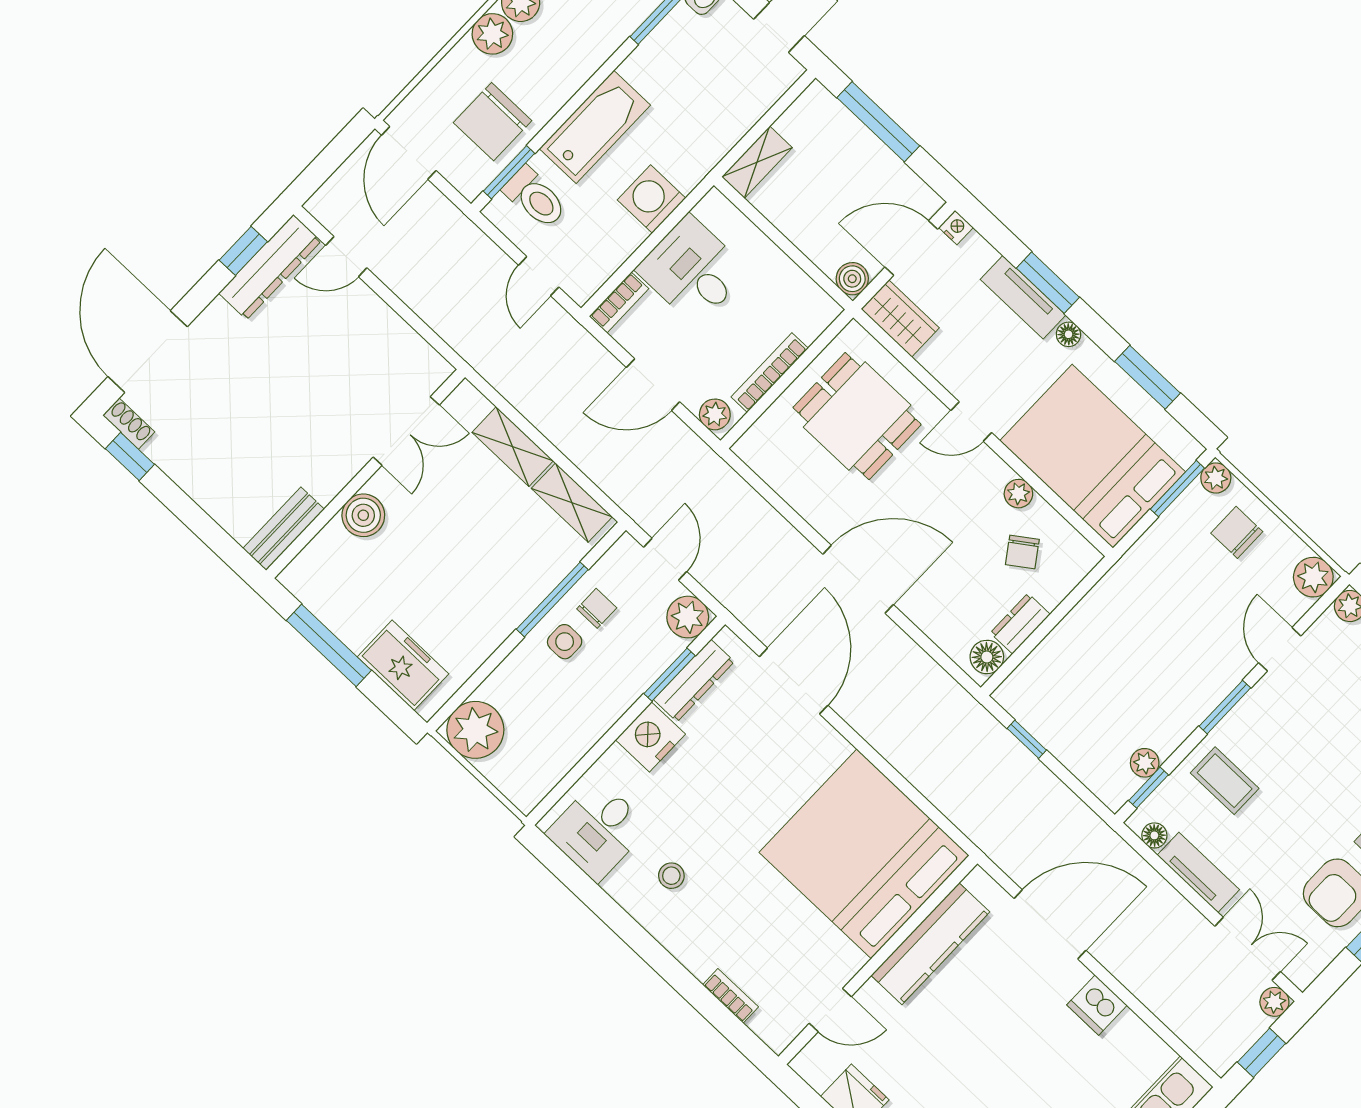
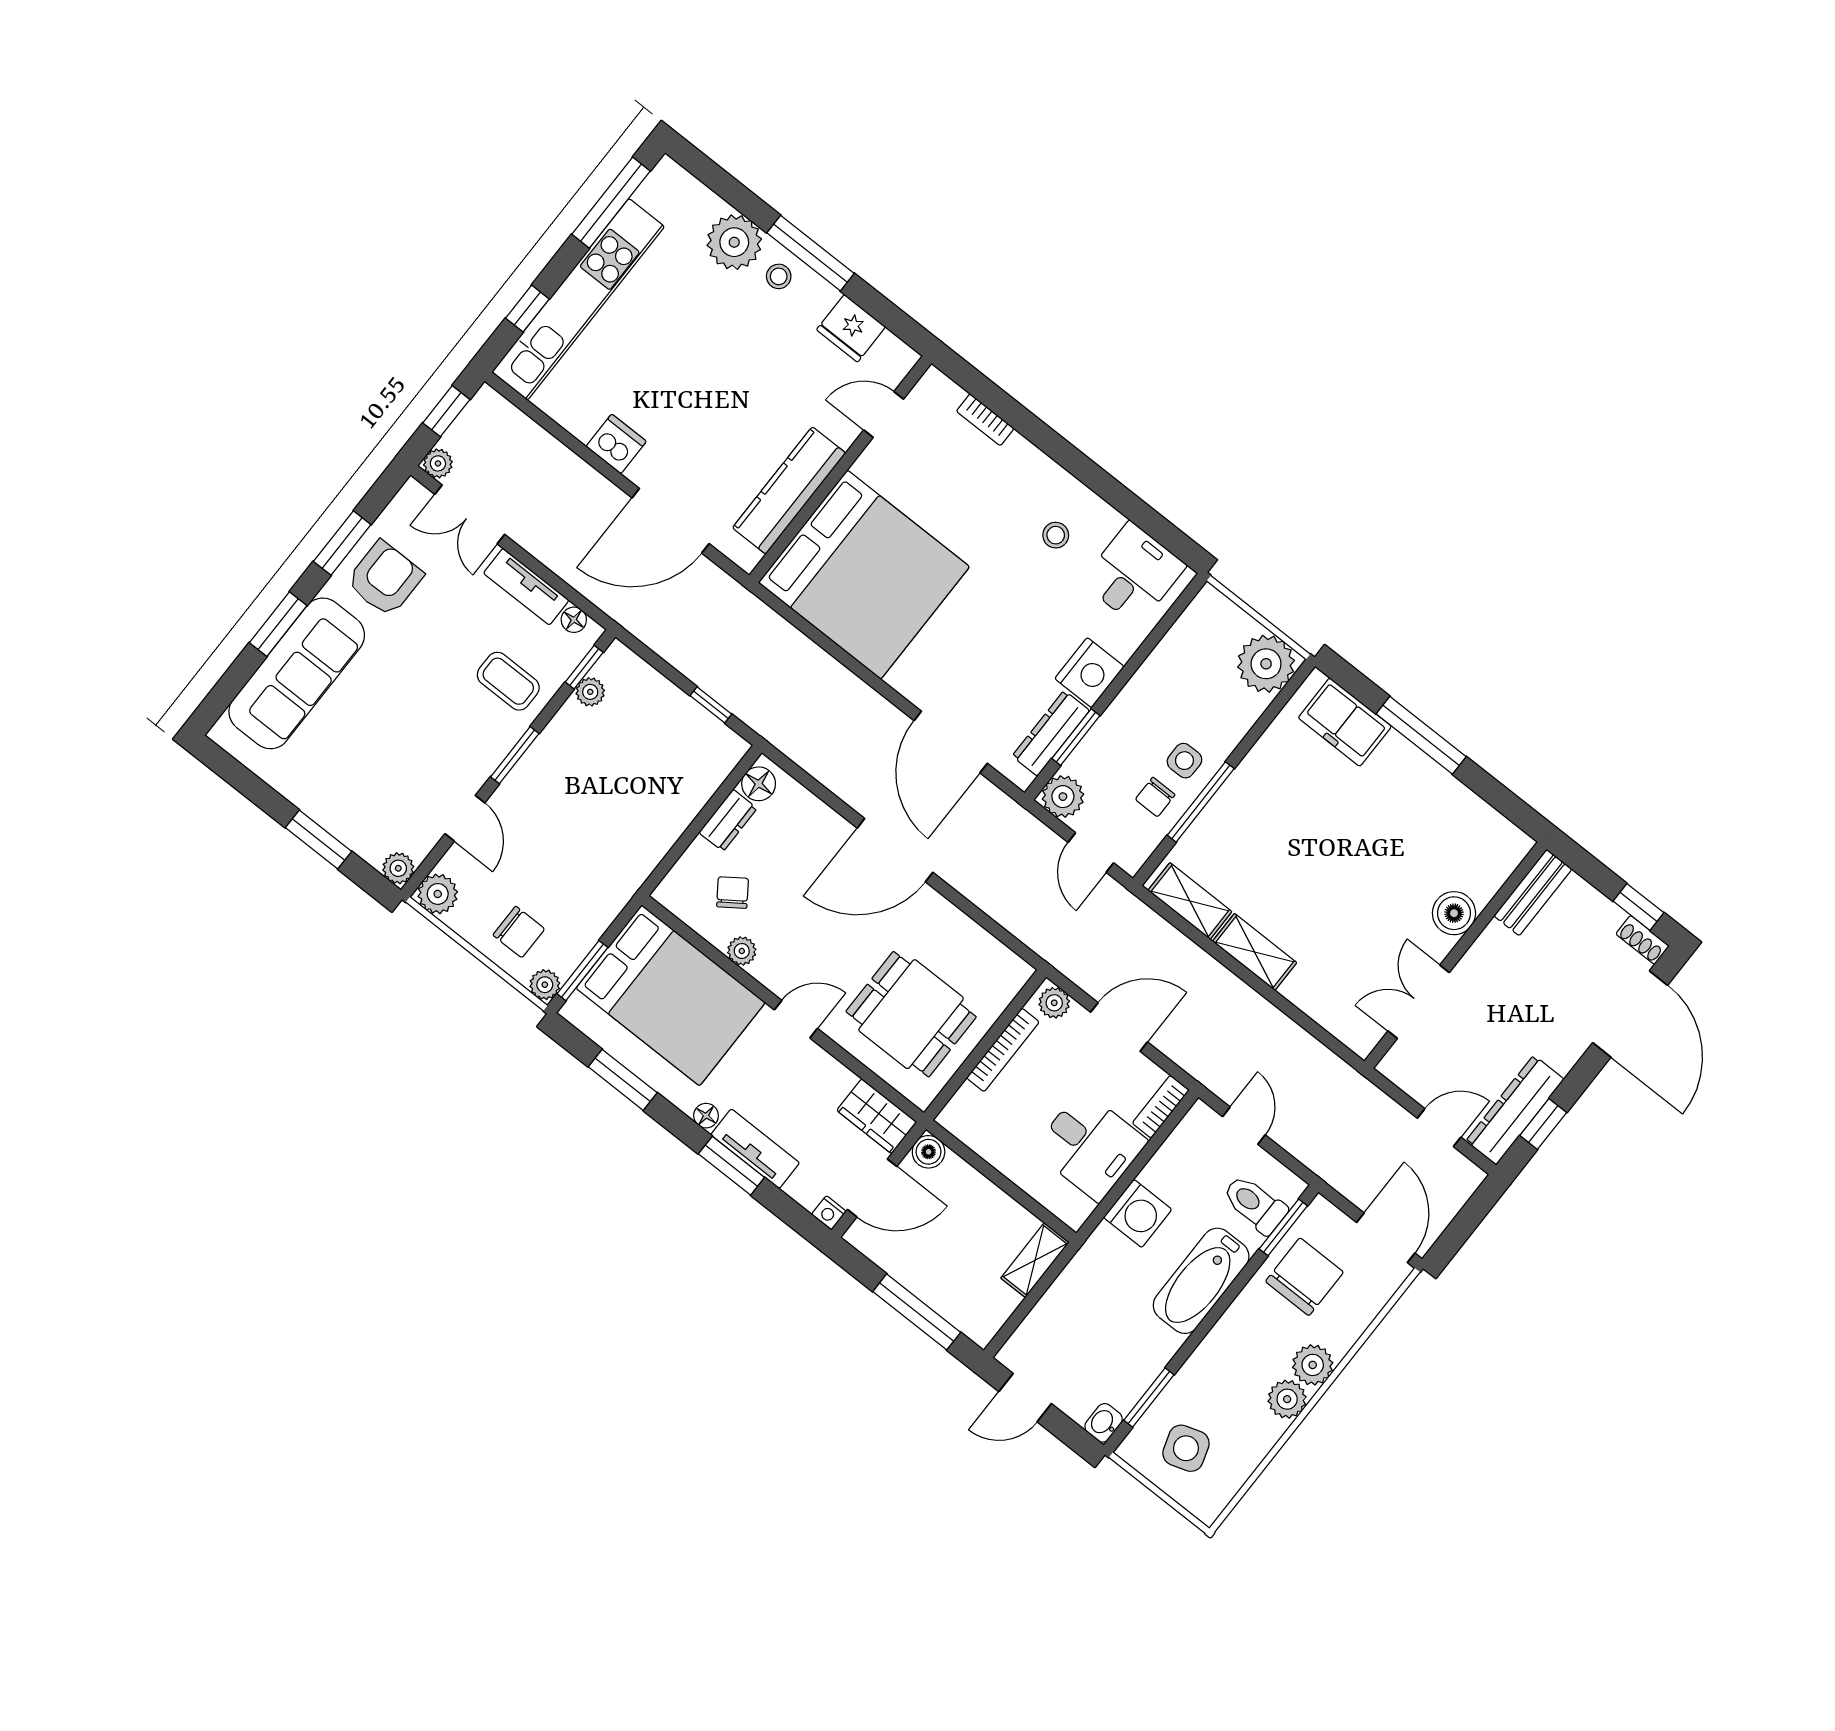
double door: (406, 431) -> (1419, 1002), moved
wall: (366, 474) -> (1455, 955), moved
boiler: (363, 515) -> (1454, 913), moved
bench: (284, 529) -> (1533, 892), moved

